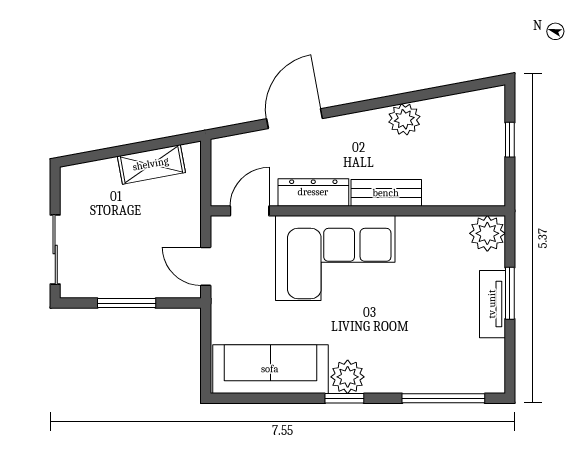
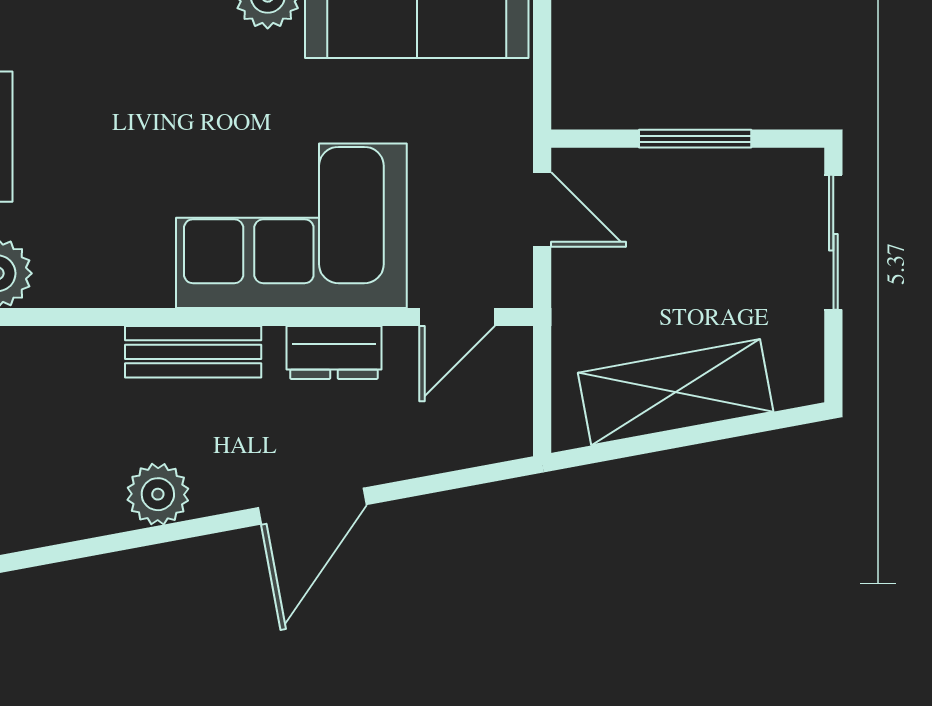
door: (294, 119) -> (312, 506), moved
shelving: (151, 164) -> (676, 392), width x1.50, depth x1.33
dresser: (313, 192) -> (334, 353), width x0.70

